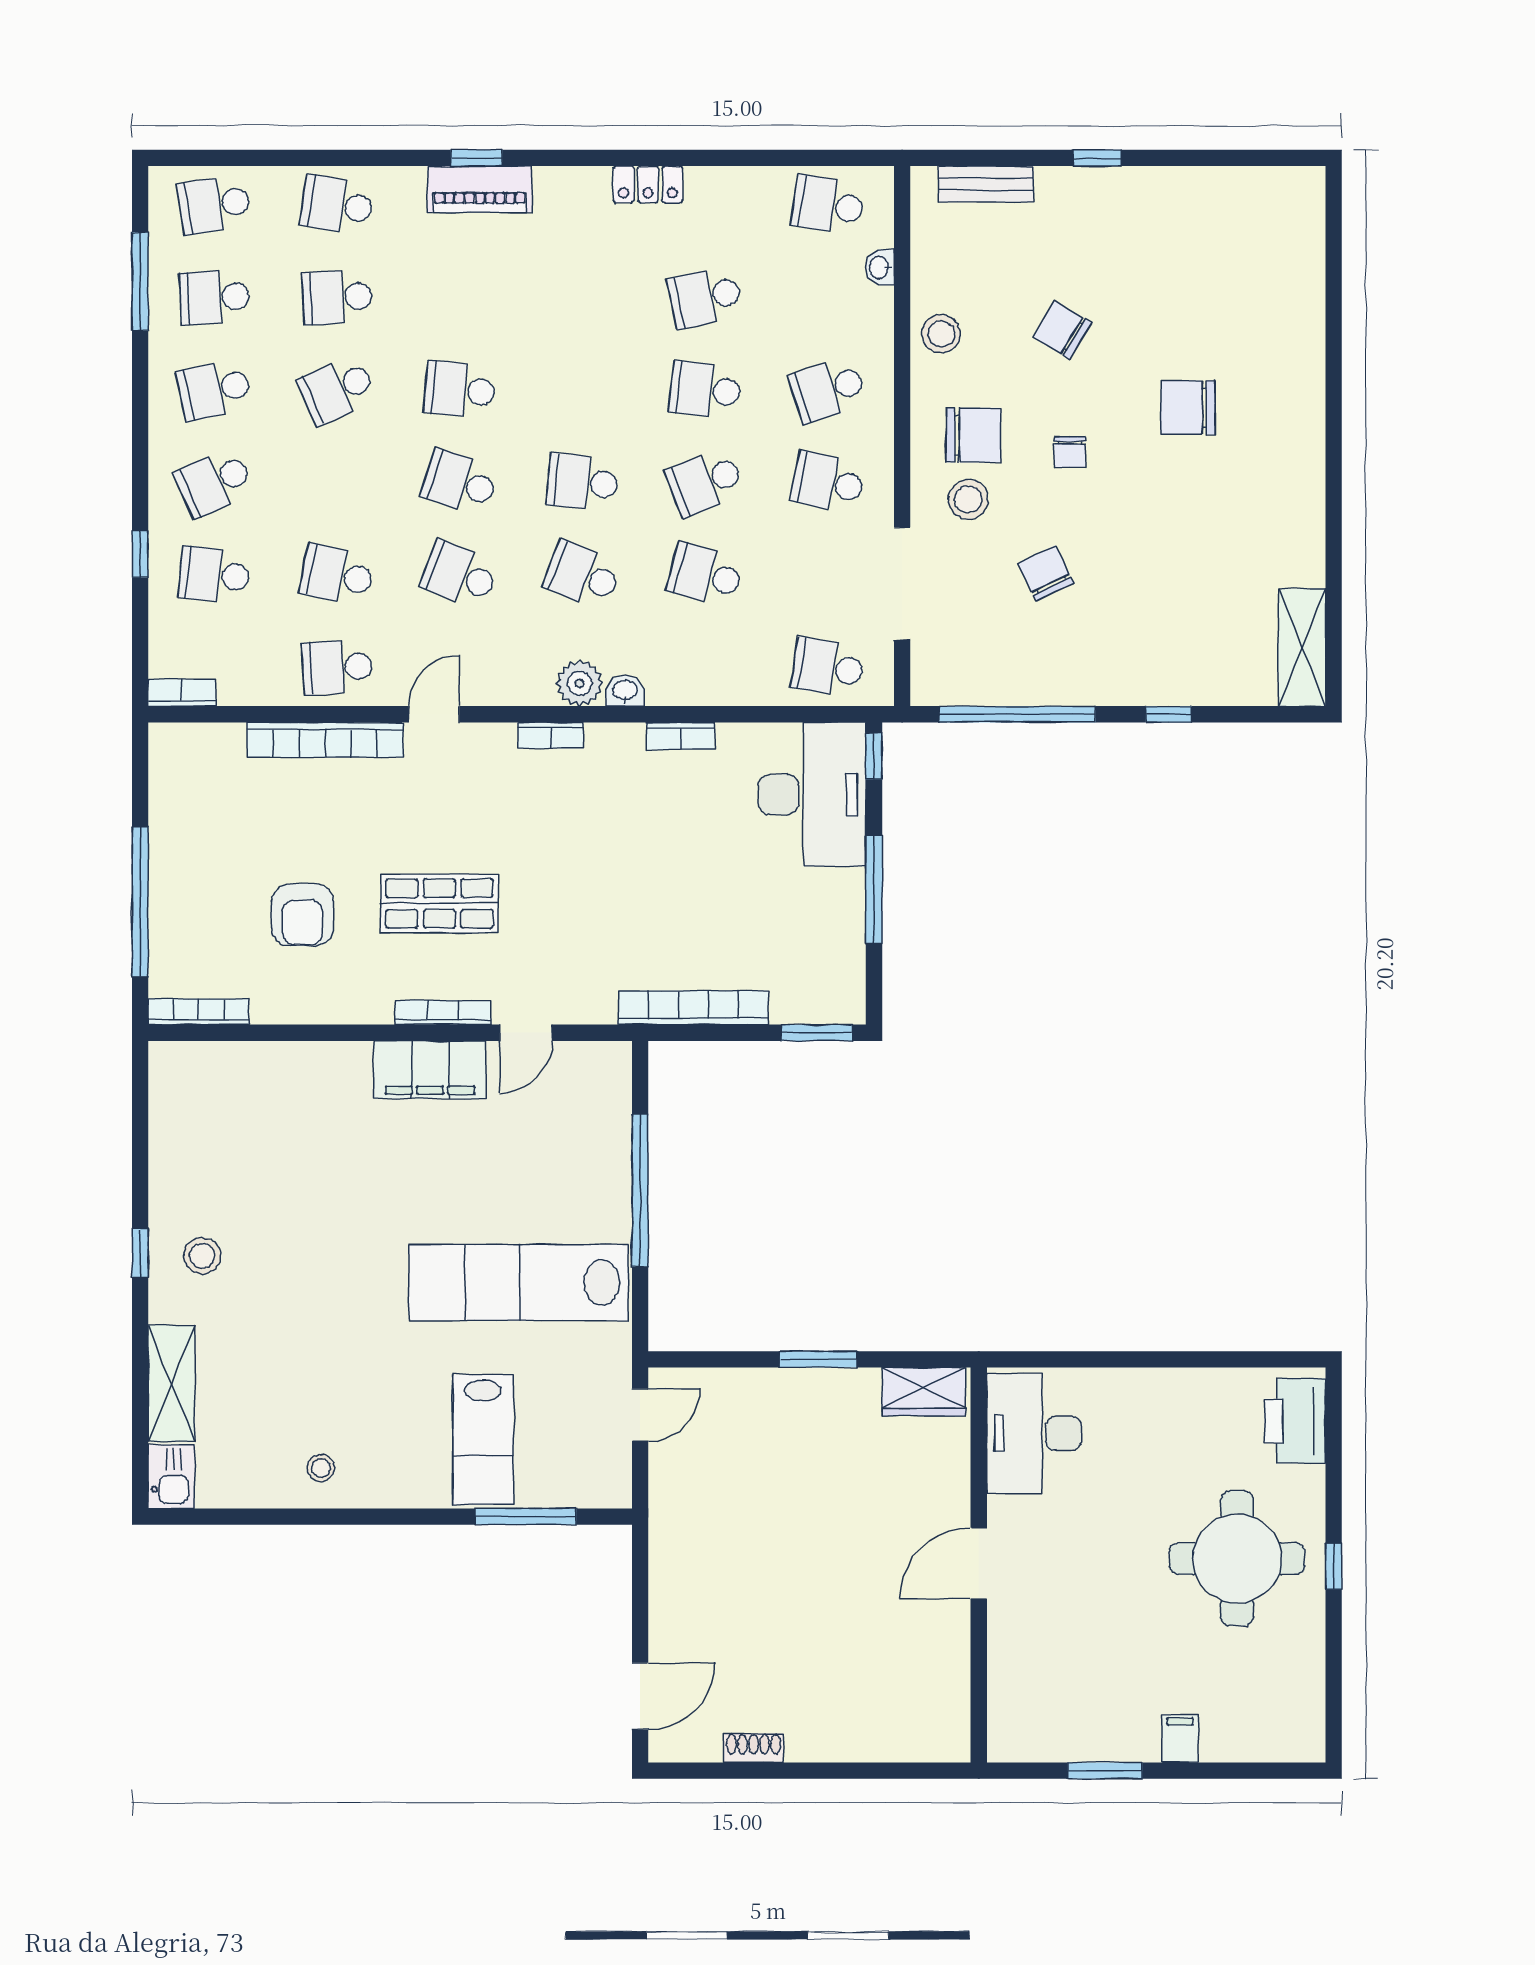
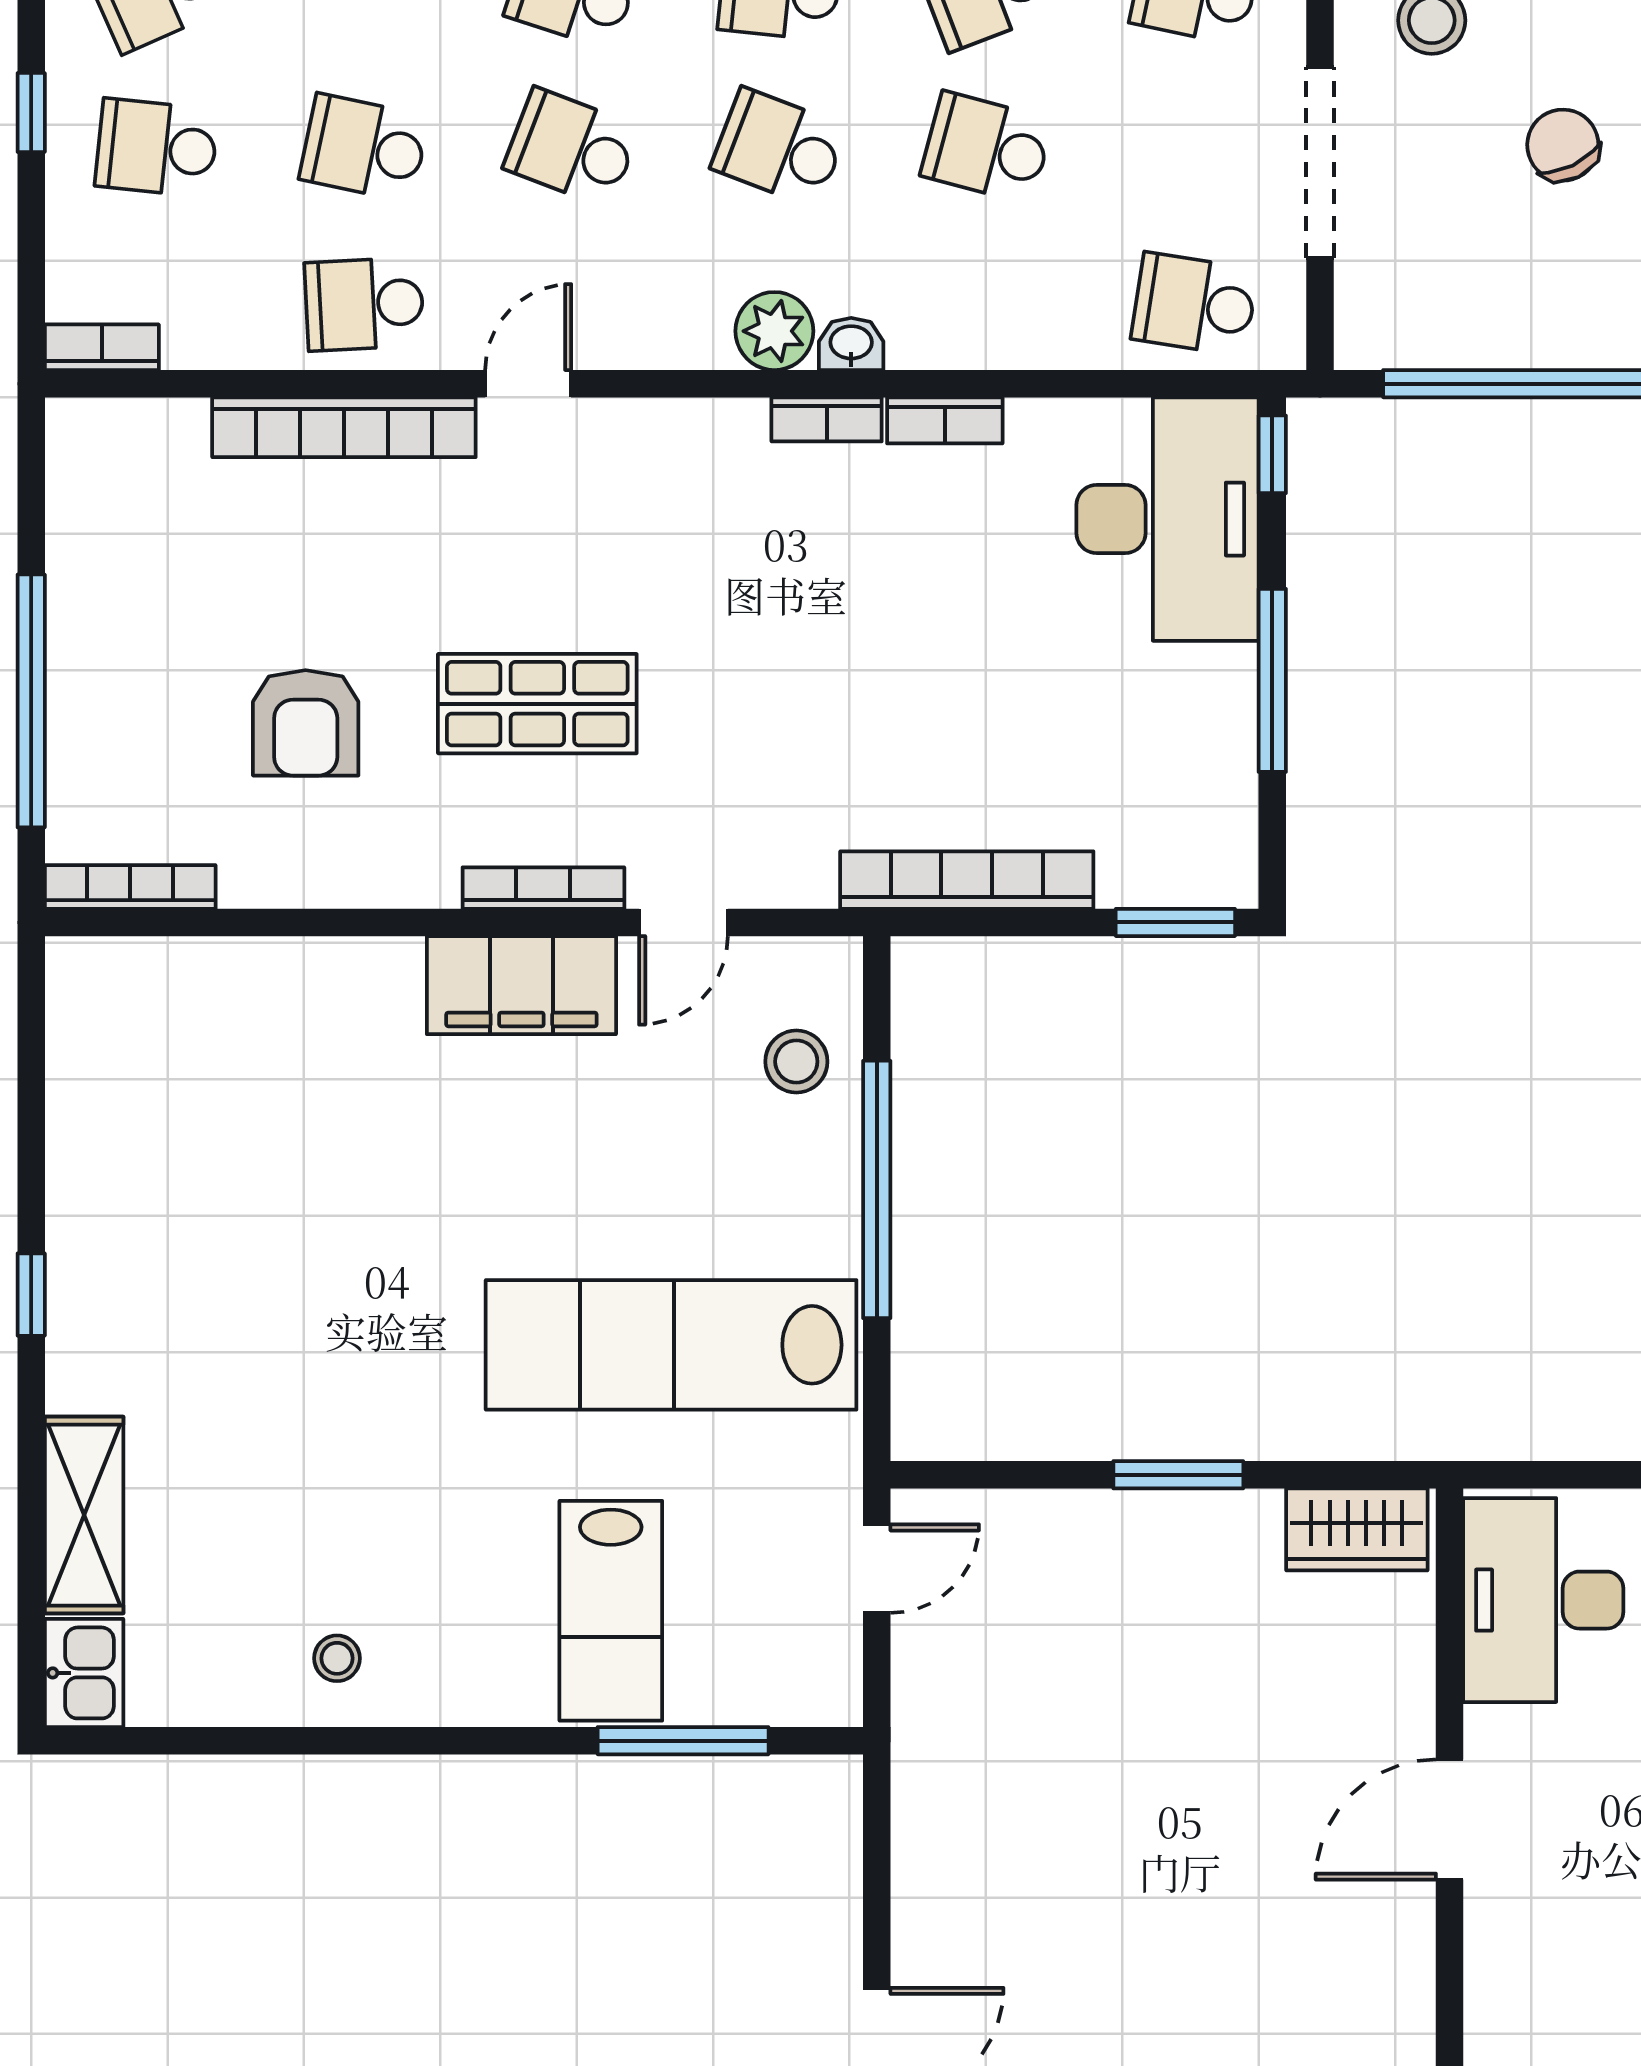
bookcase: (551, 735) -> (827, 419), moved
stool: (202, 1256) -> (796, 1062), moved

